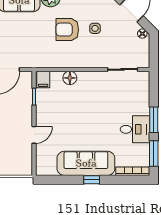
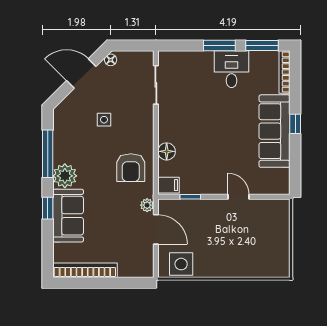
armchair: (67, 30) -> (131, 168), moved
plant: (27, 62) -> (147, 205), added

